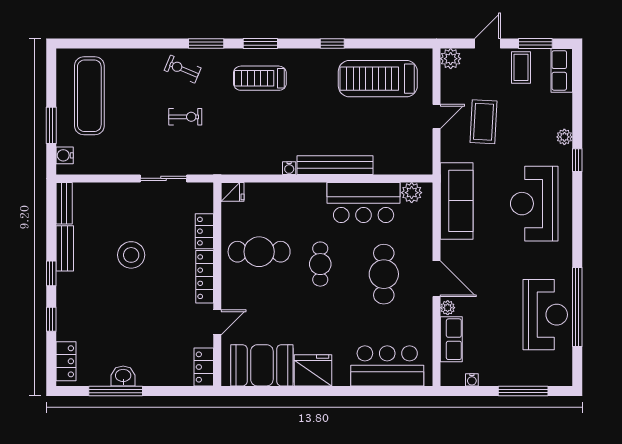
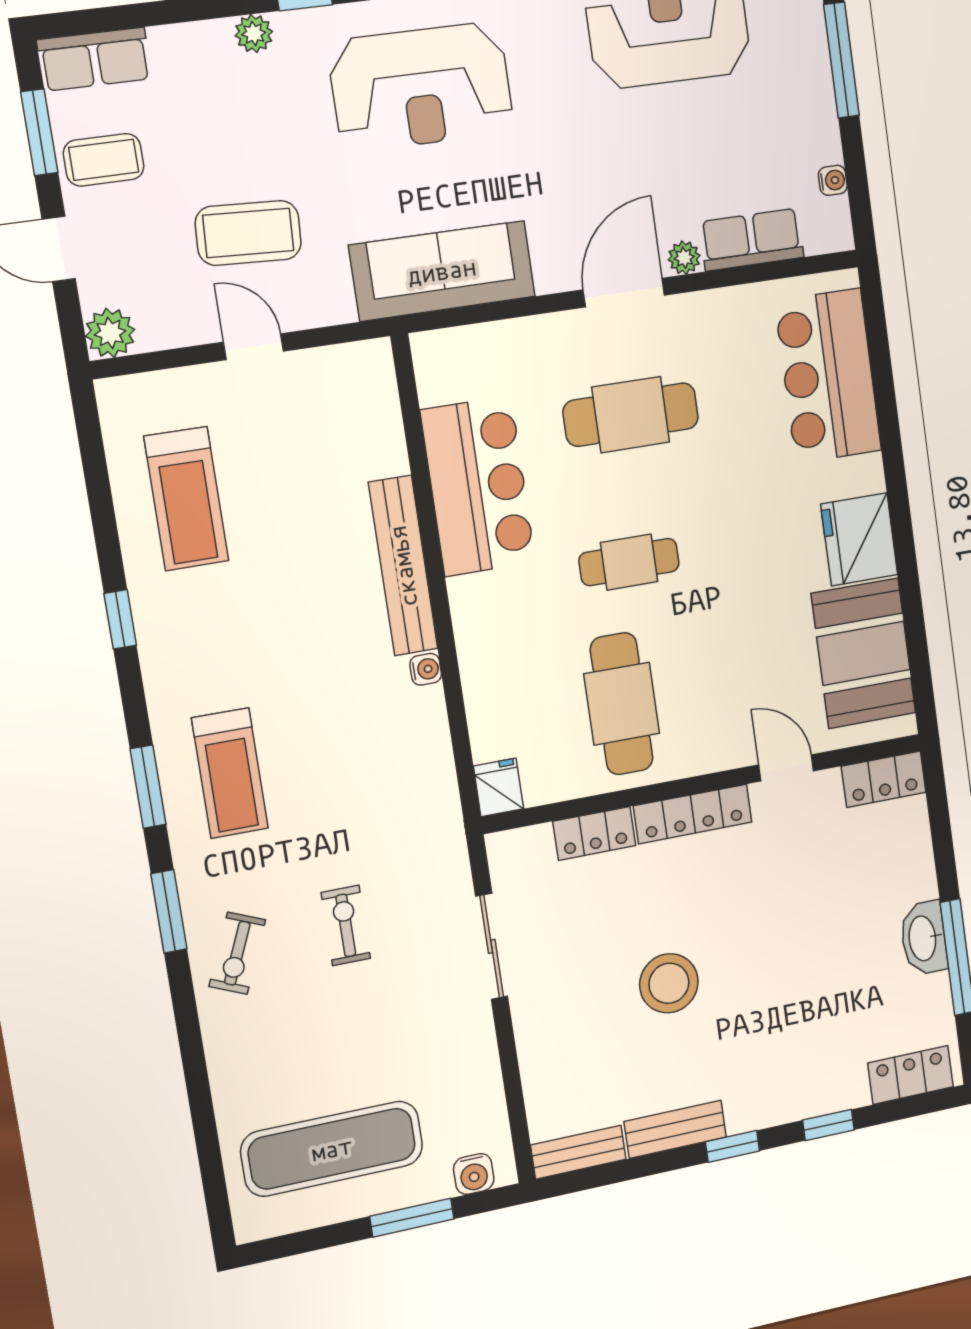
treadmill: (378, 79) -> (186, 499), width x0.73, depth x0.73
plant: (412, 193) -> (439, 379), removed
washbasin: (123, 376) -> (924, 938), width x1.38

